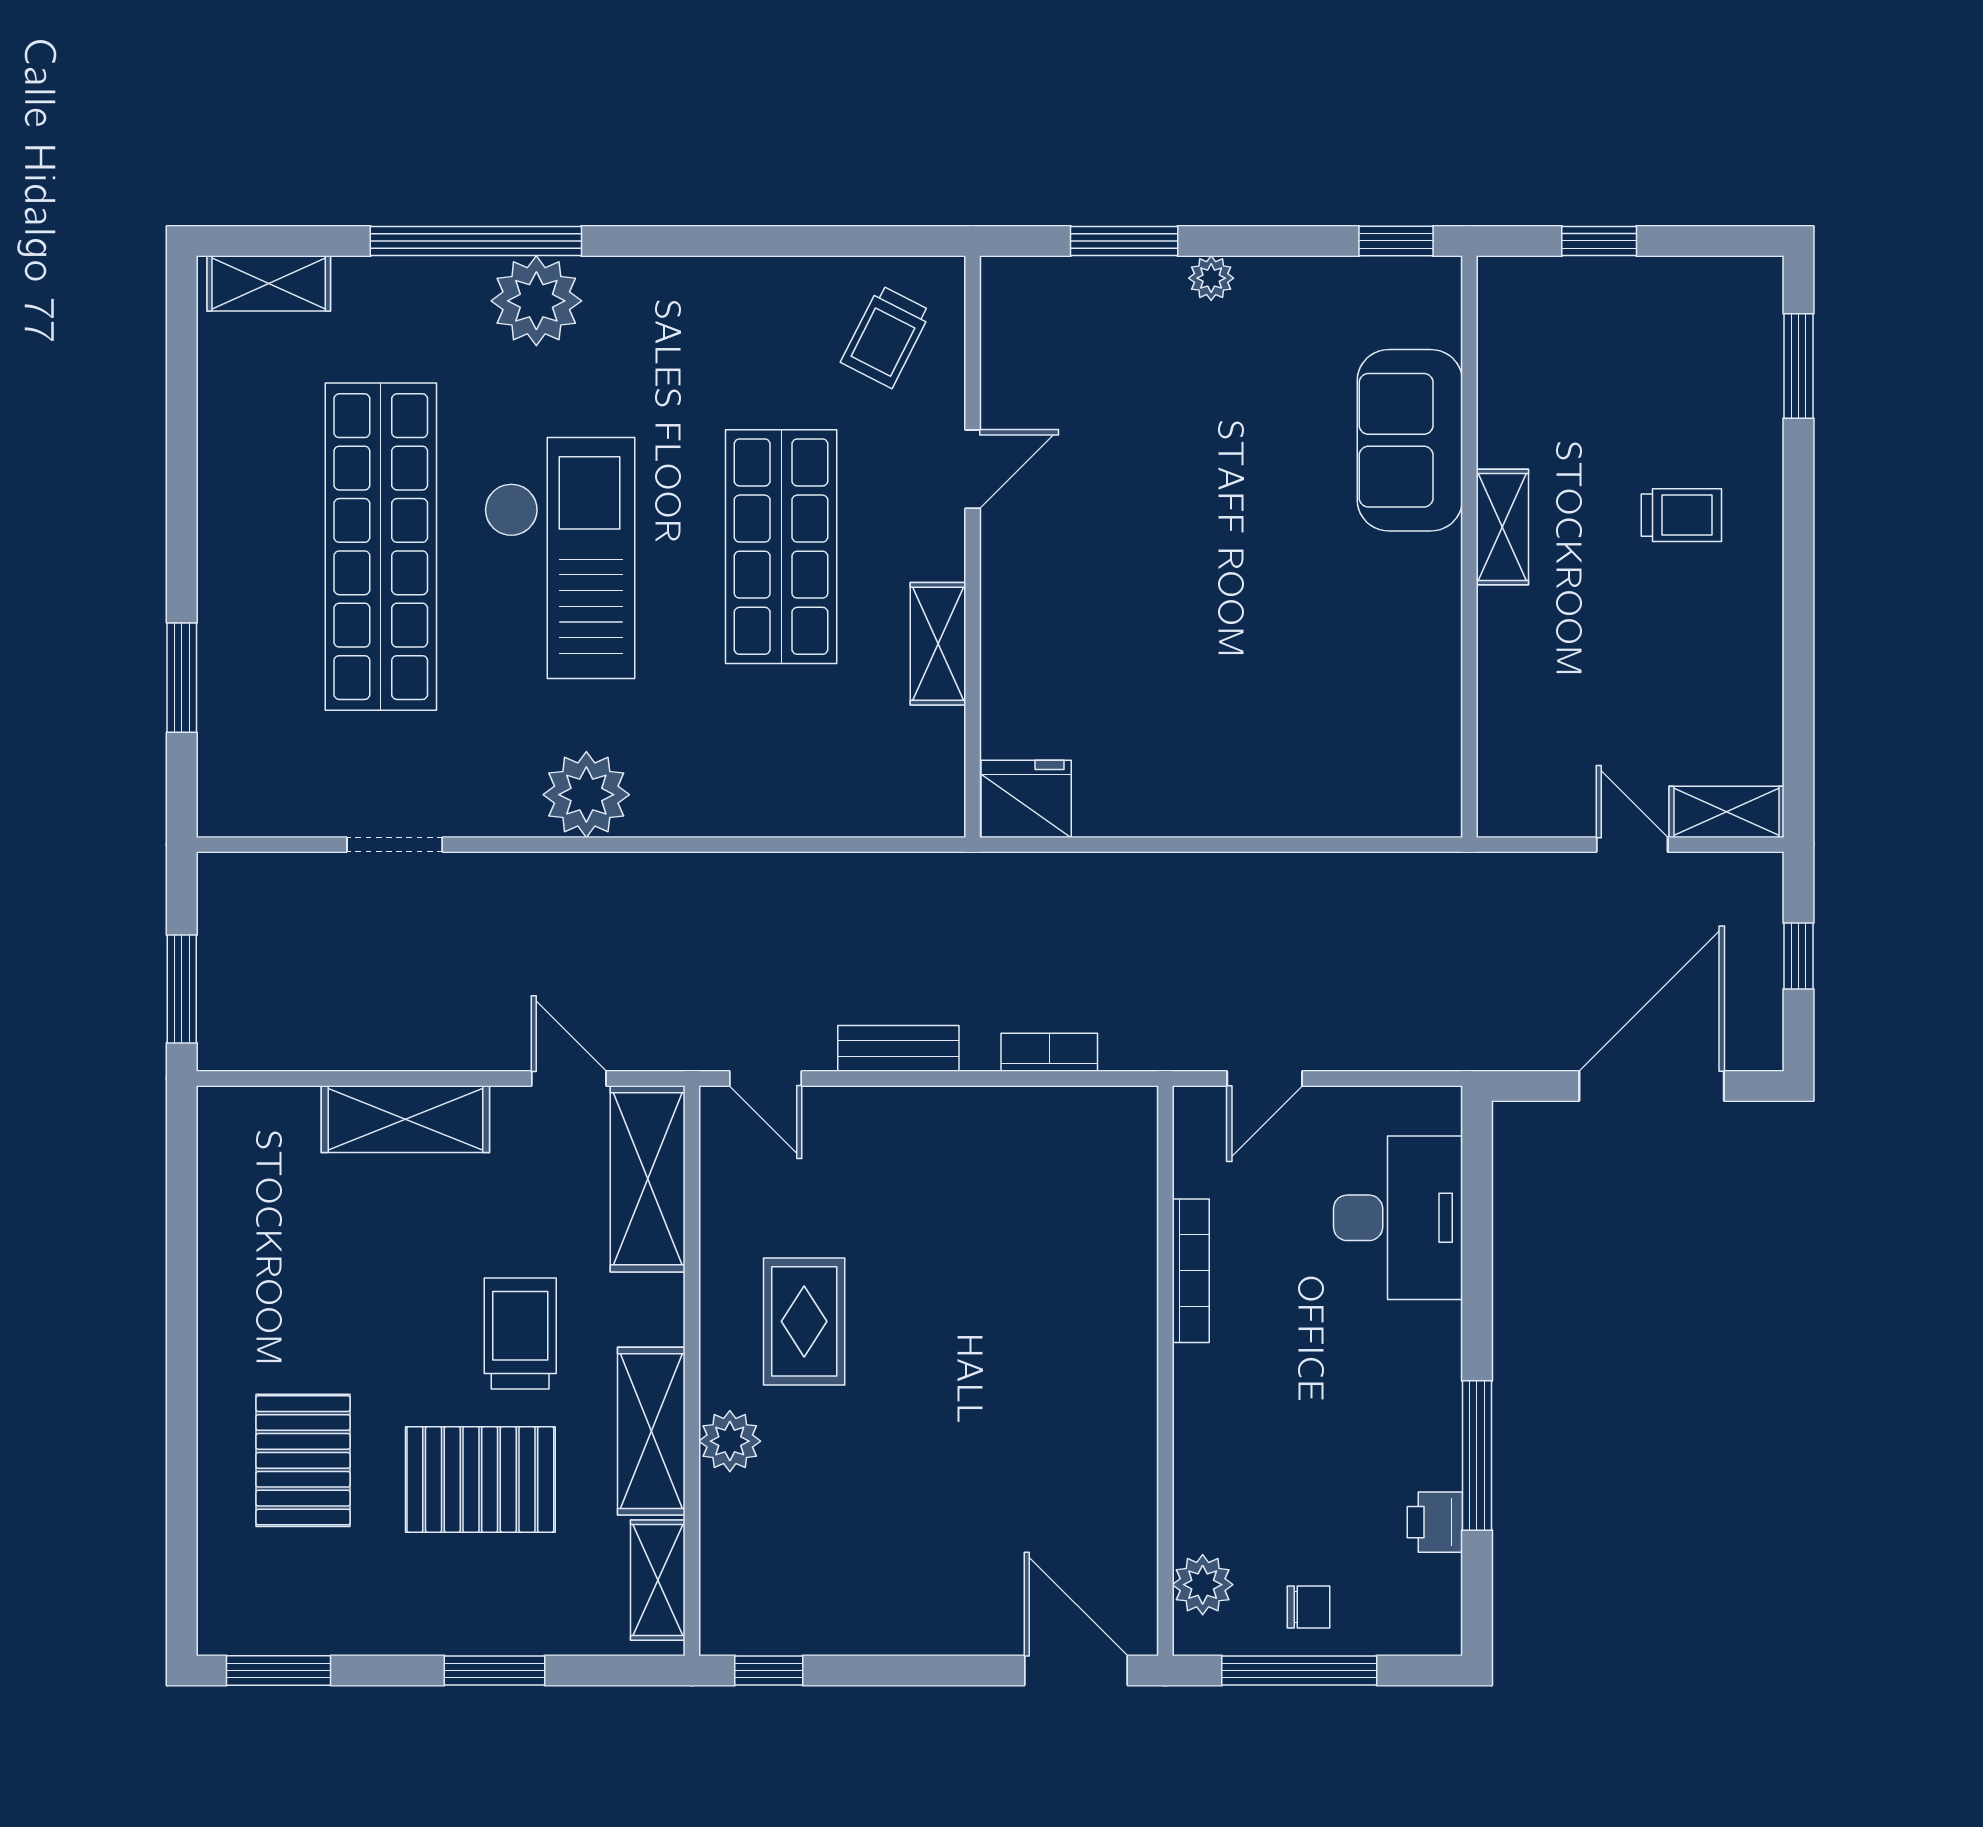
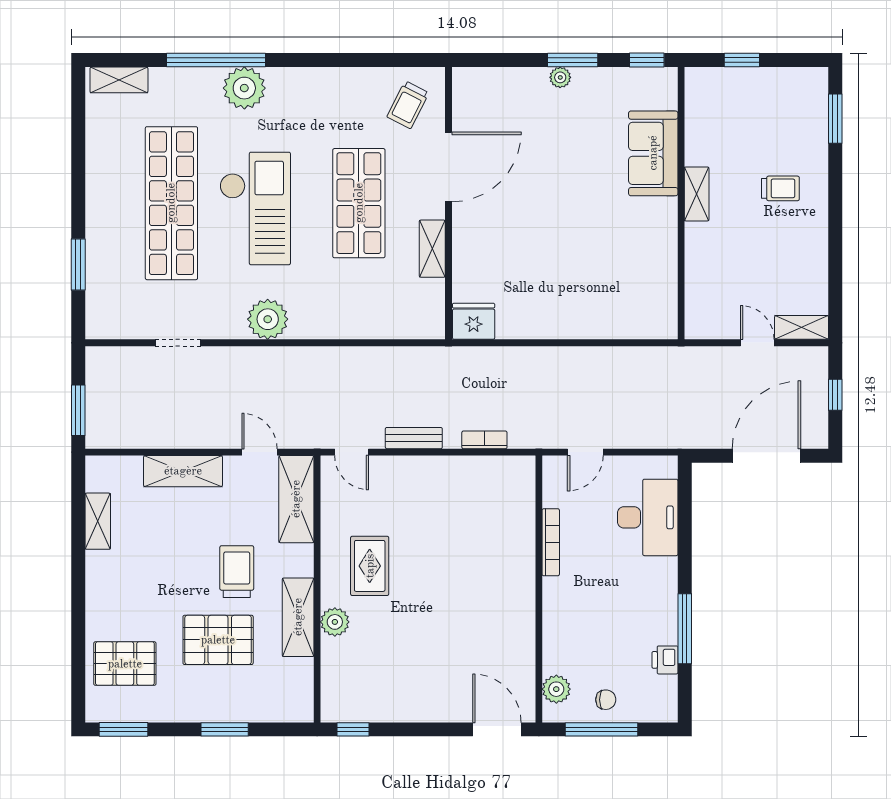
window: (1124, 241) -> (573, 60), moved
door: (973, 469) -> (449, 167), width x1.87
pallet: (303, 1460) -> (125, 664), moved, turned 90
shelving: (658, 1580) -> (98, 521), moved

